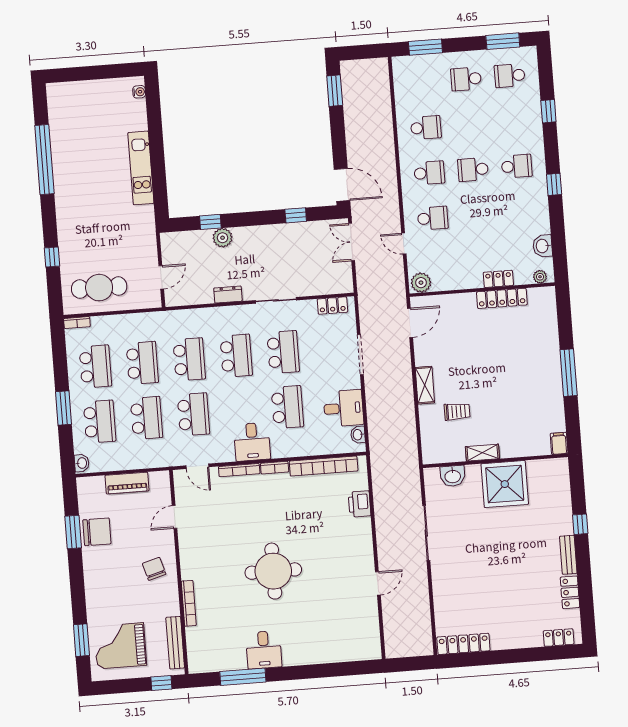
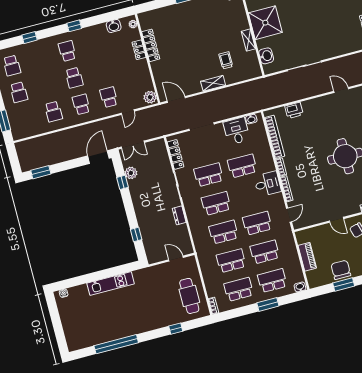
school desk: (426, 128) -> (53, 112), turned 180
plant: (223, 238) -> (131, 173), moved
locker: (332, 306) -> (176, 154), width x1.53
door: (175, 517) -> (336, 220), moved

